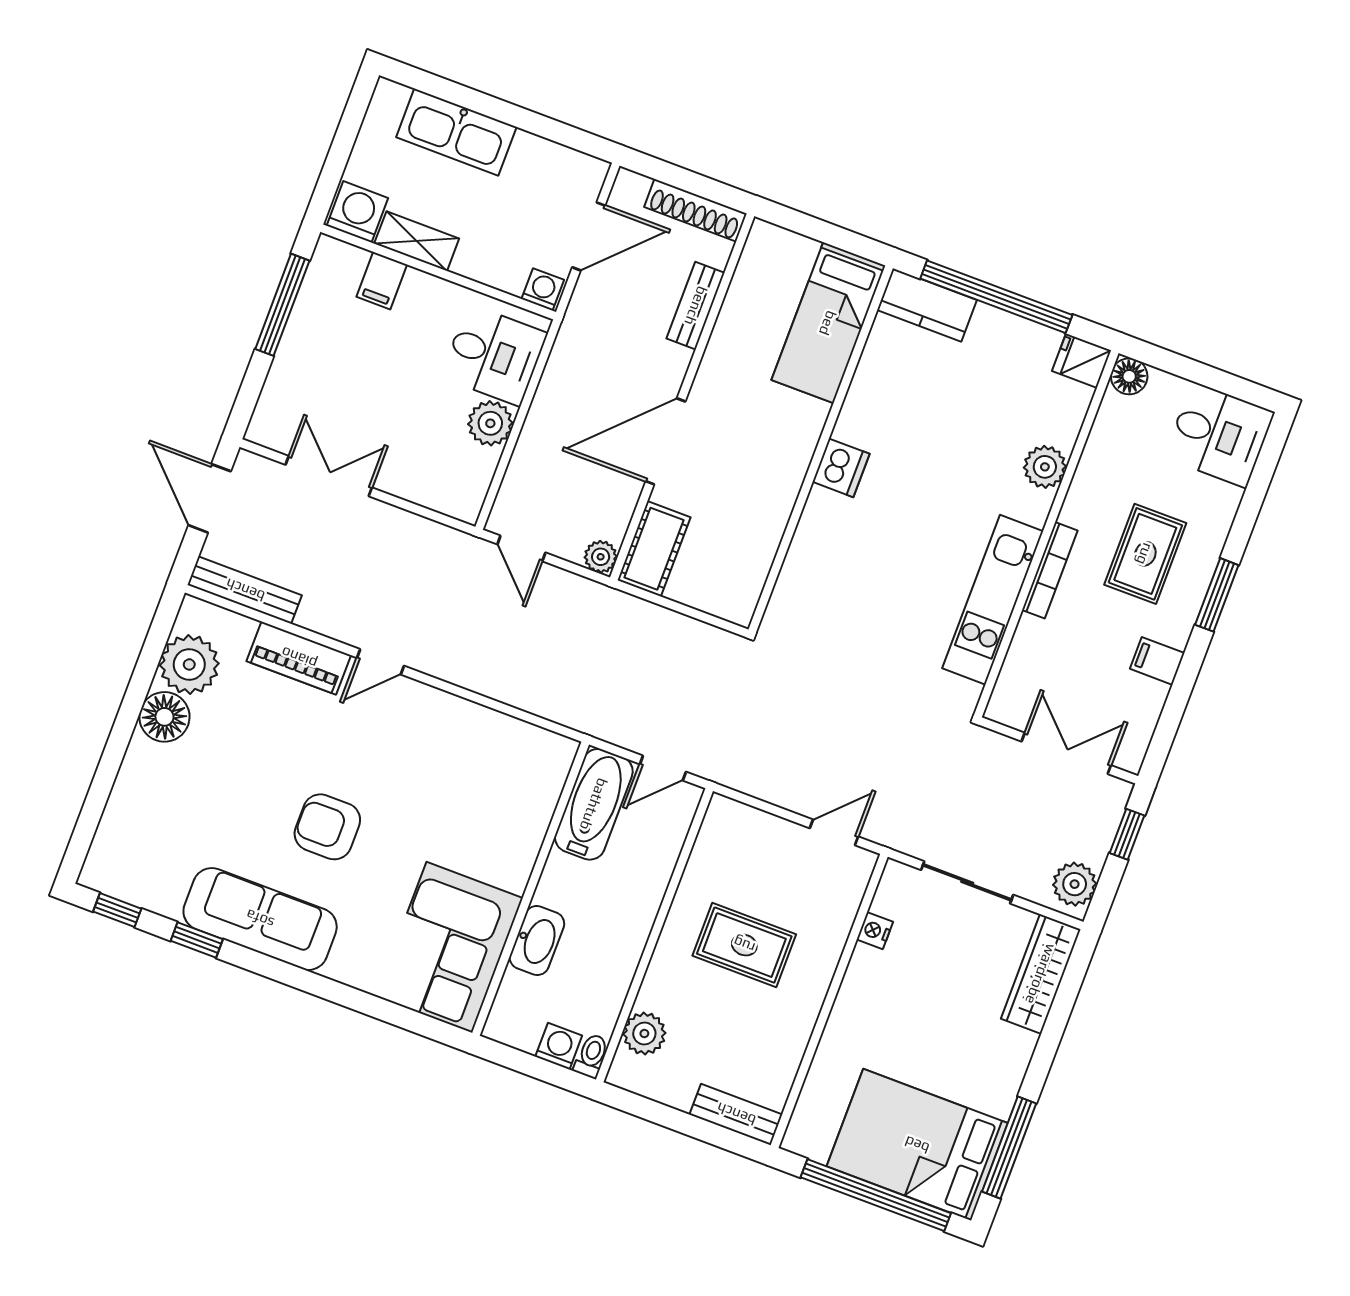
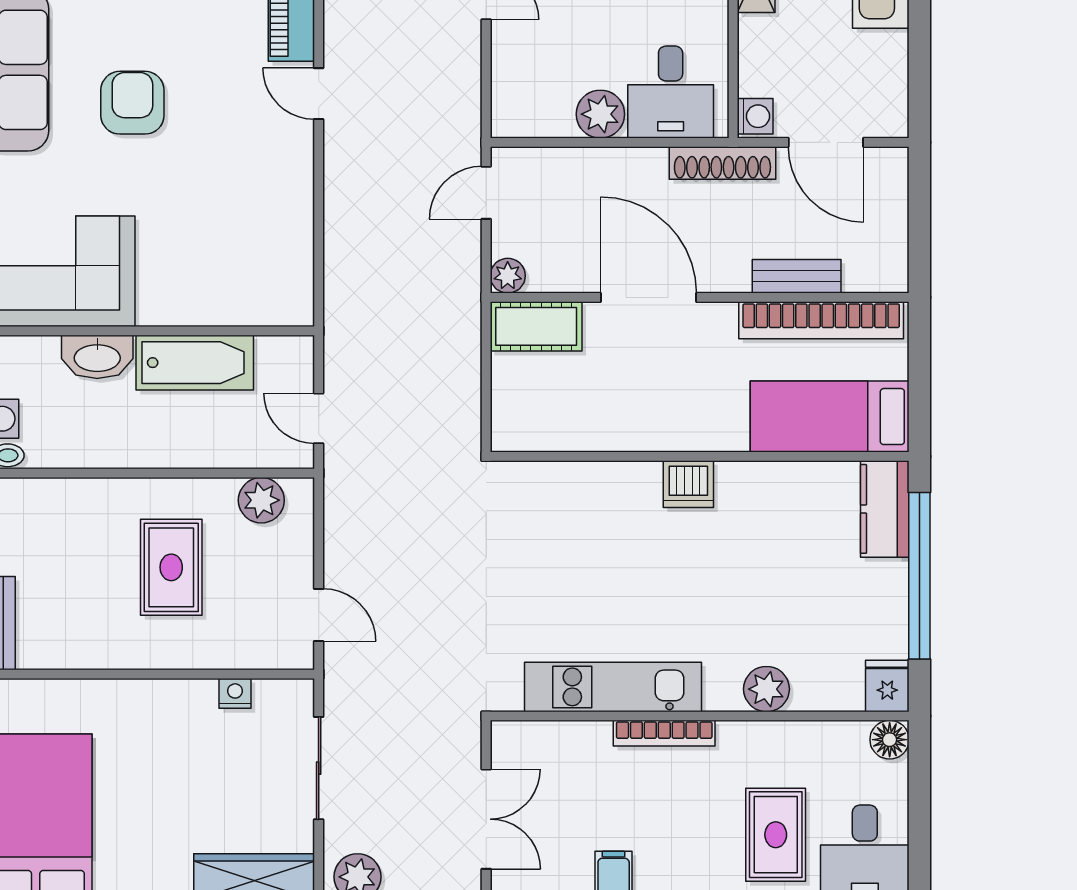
shoe rack: (696, 210) -> (722, 163), moved, turned -90
bookcase: (742, 299) -> (821, 320), added
rug: (1145, 554) -> (776, 835), moved, turned 90
bathtub: (594, 804) -> (195, 363), moved
plant: (644, 1034) -> (261, 500), moved

